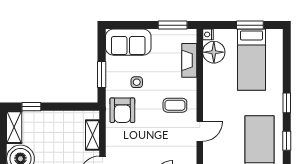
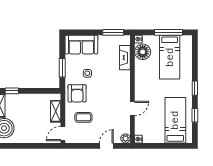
window: (250, 25) -> (169, 32), width x1.44
coffee table: (175, 105) -> (83, 117), moved

